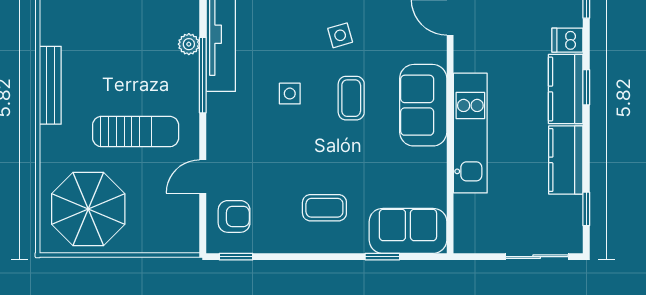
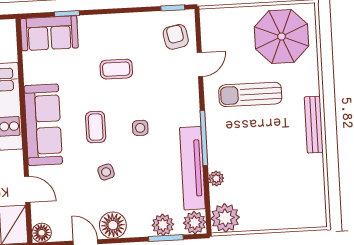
plant: (189, 44) -> (216, 178), moved
sofa: (423, 105) -> (43, 125), width x1.36
coffee table: (324, 208) -> (116, 69), moved
armchair: (234, 216) -> (176, 37), turned 79

